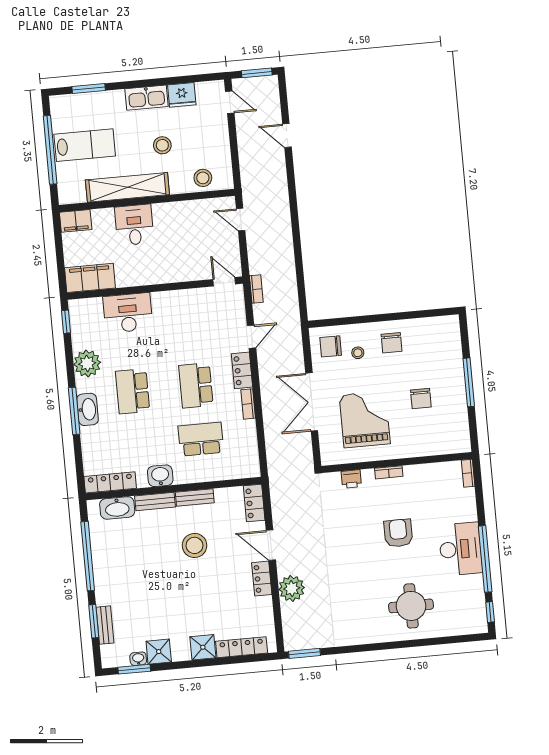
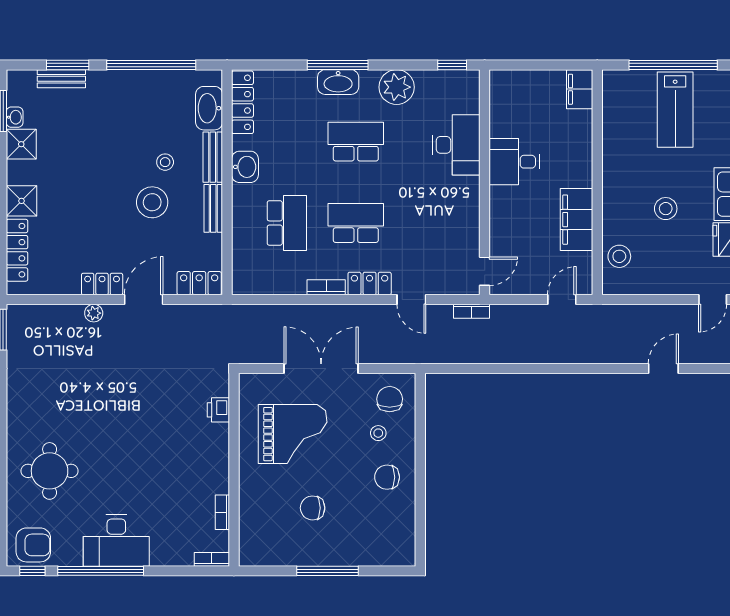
shelving: (127, 187) -> (616, 159), removed
desk: (134, 225) -> (514, 162), moved, turned 180
filing cabinet: (90, 278) -> (577, 220), moved, turned 180
bookcase: (389, 472) -> (222, 512), moved
armchair: (398, 533) -> (33, 545), moved
stool: (162, 538) -> (165, 162), added
plant: (292, 588) -> (94, 313), width x0.53, depth x0.53

